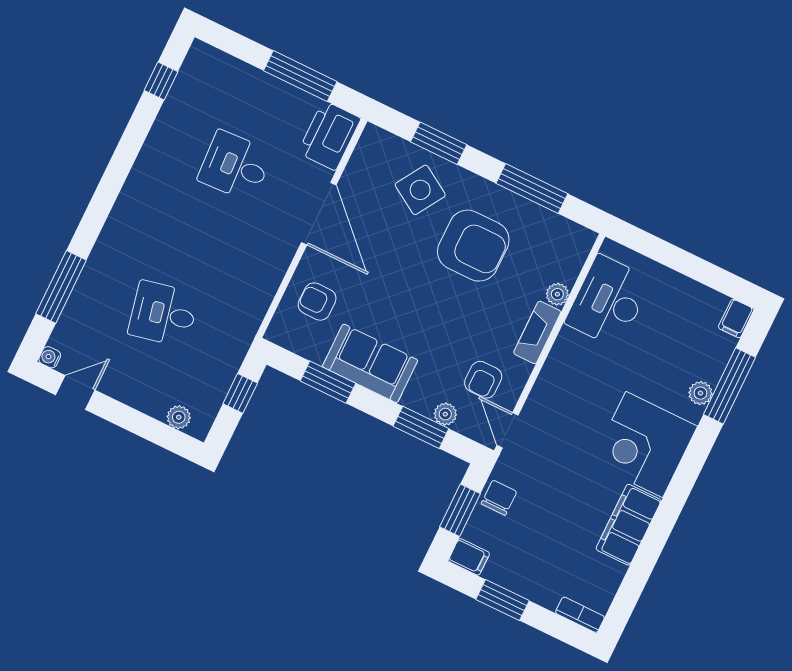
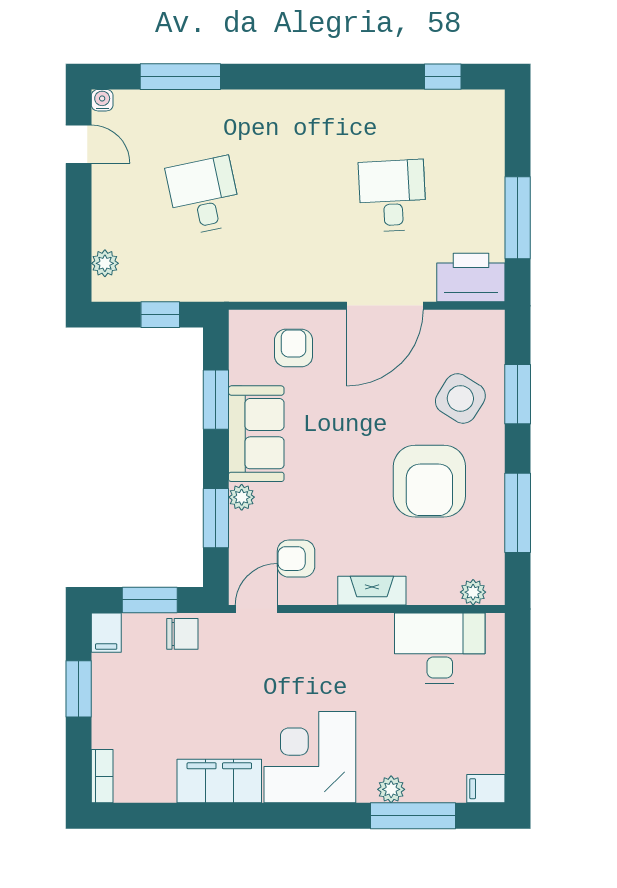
plant: (557, 294) -> (473, 592), moved
plant: (445, 414) -> (242, 497), moved

